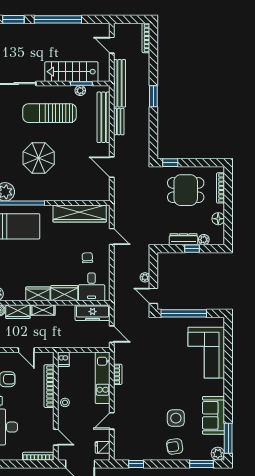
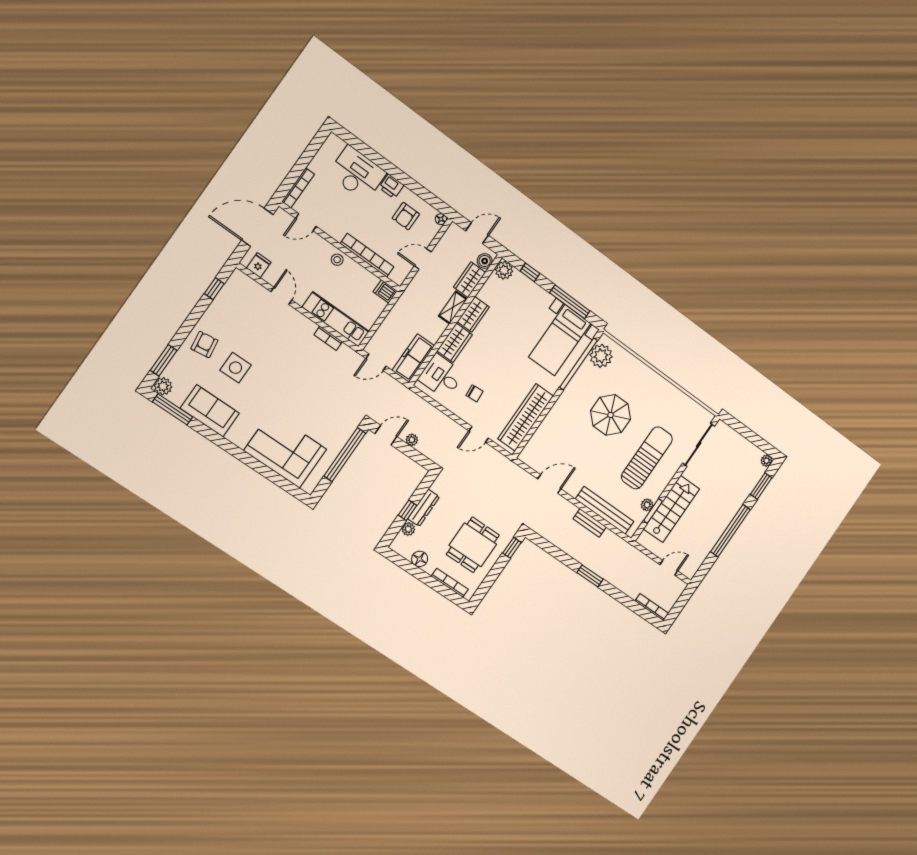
bench: (120, 83) -> (626, 550), removed

